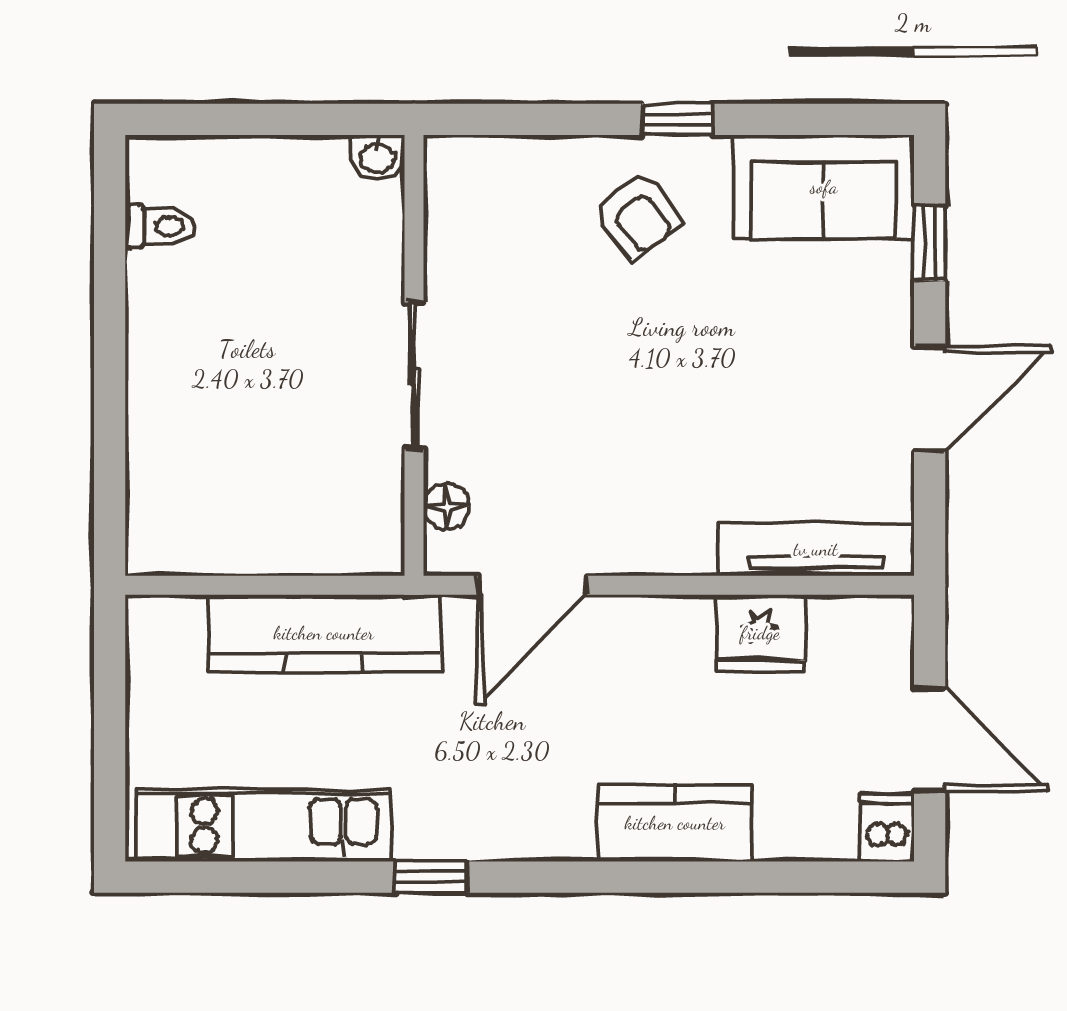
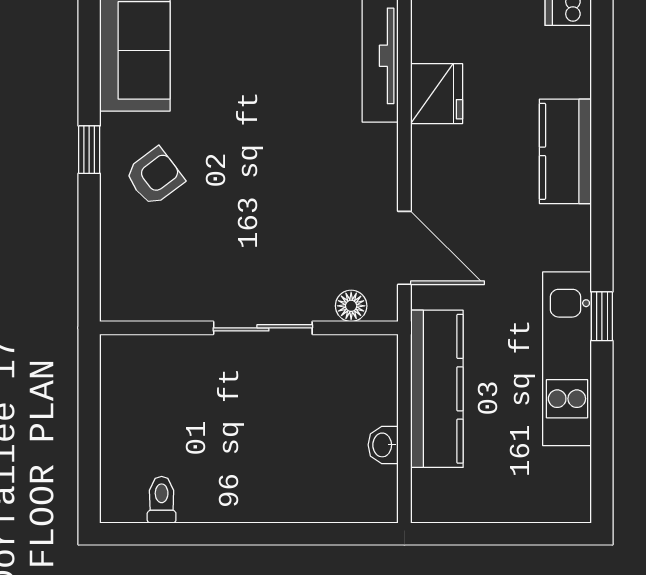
washbasin: (377, 157) -> (383, 445), moved, turned 180
kitchen unit: (264, 825) -> (567, 359), moved

